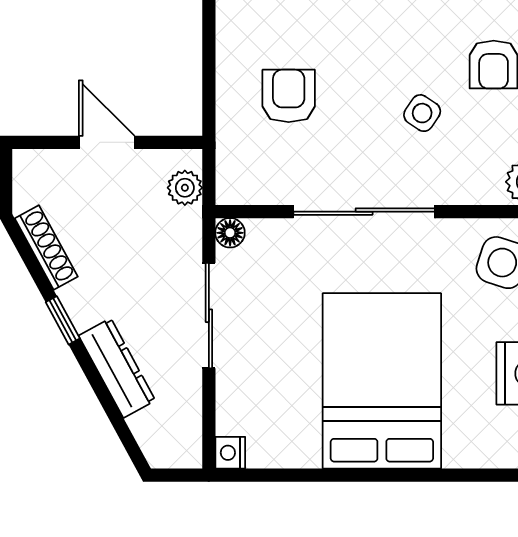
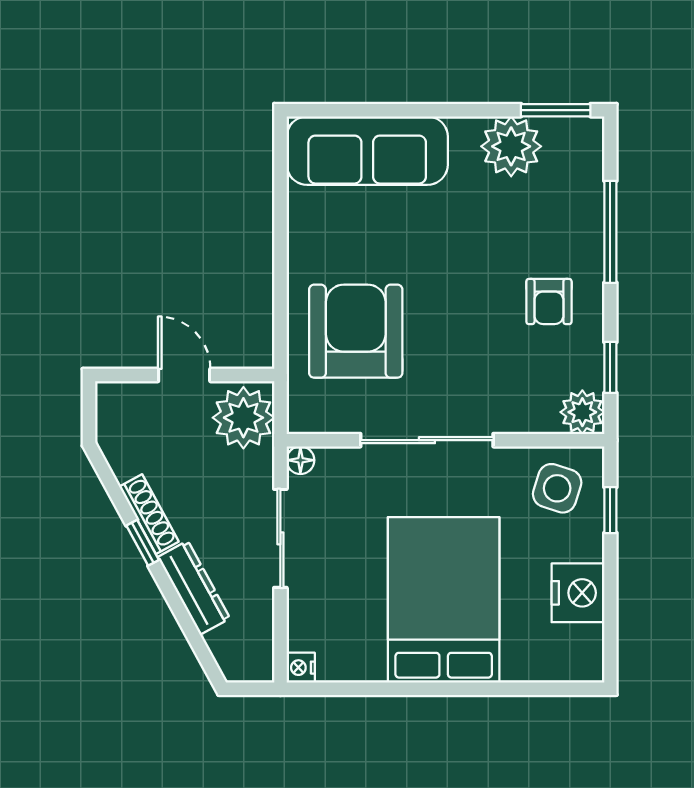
armchair: (289, 96) -> (356, 331), width x1.88, depth x1.88
side table: (422, 113) -> (482, 347), removed
plant: (185, 188) -> (243, 418), width x1.87, depth x1.87
shoe rack: (46, 247) -> (149, 514), moved

